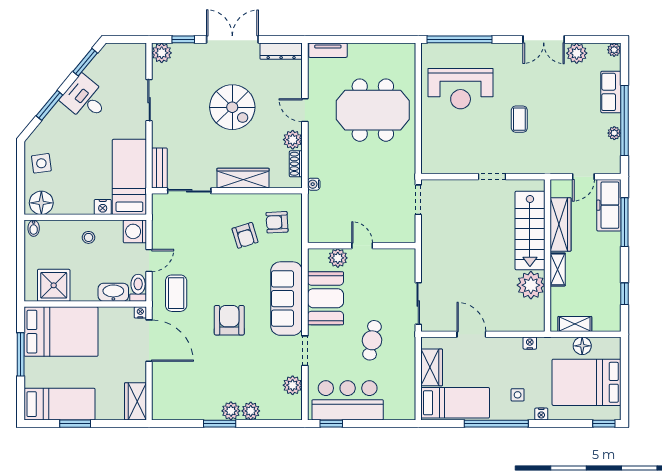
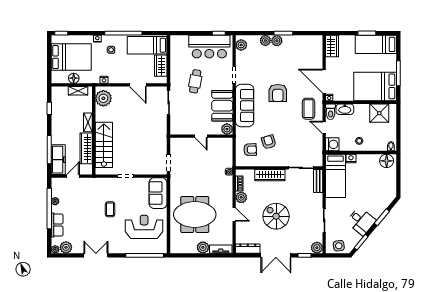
plant: (359, 53) -> (203, 247), added
plant: (577, 53) -> (66, 247), moved
sofa: (436, 147) -> (158, 193), added
side table: (41, 163) -> (339, 246), moved
plant: (338, 258) -> (227, 129), moved
door: (149, 260) -> (324, 128), hinge flipped
plant: (531, 285) -> (103, 98), moved
plant: (293, 385) -> (241, 45), moved

